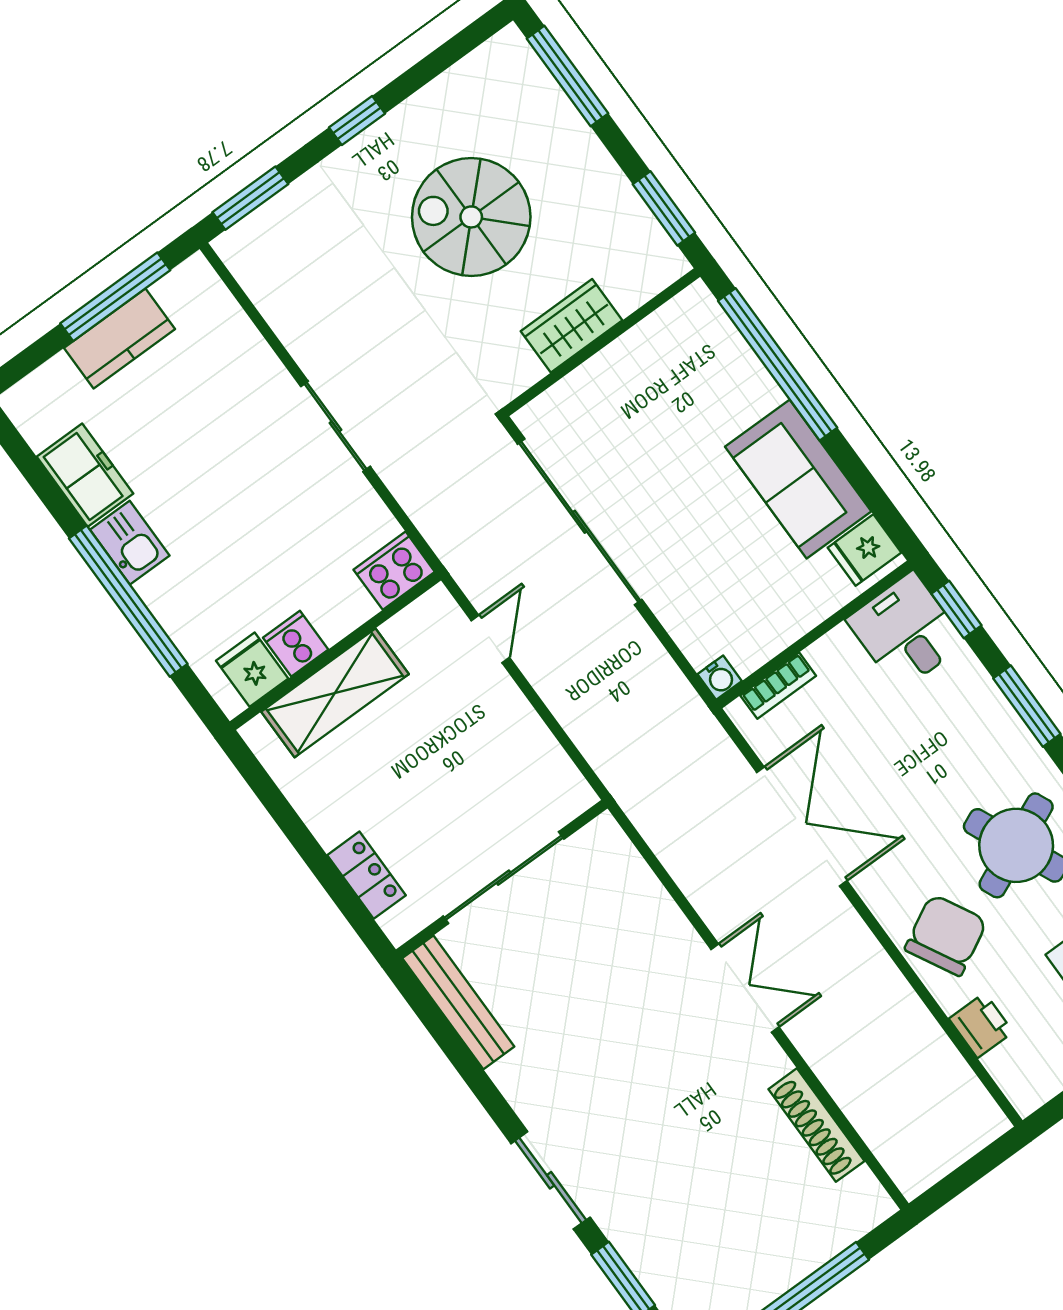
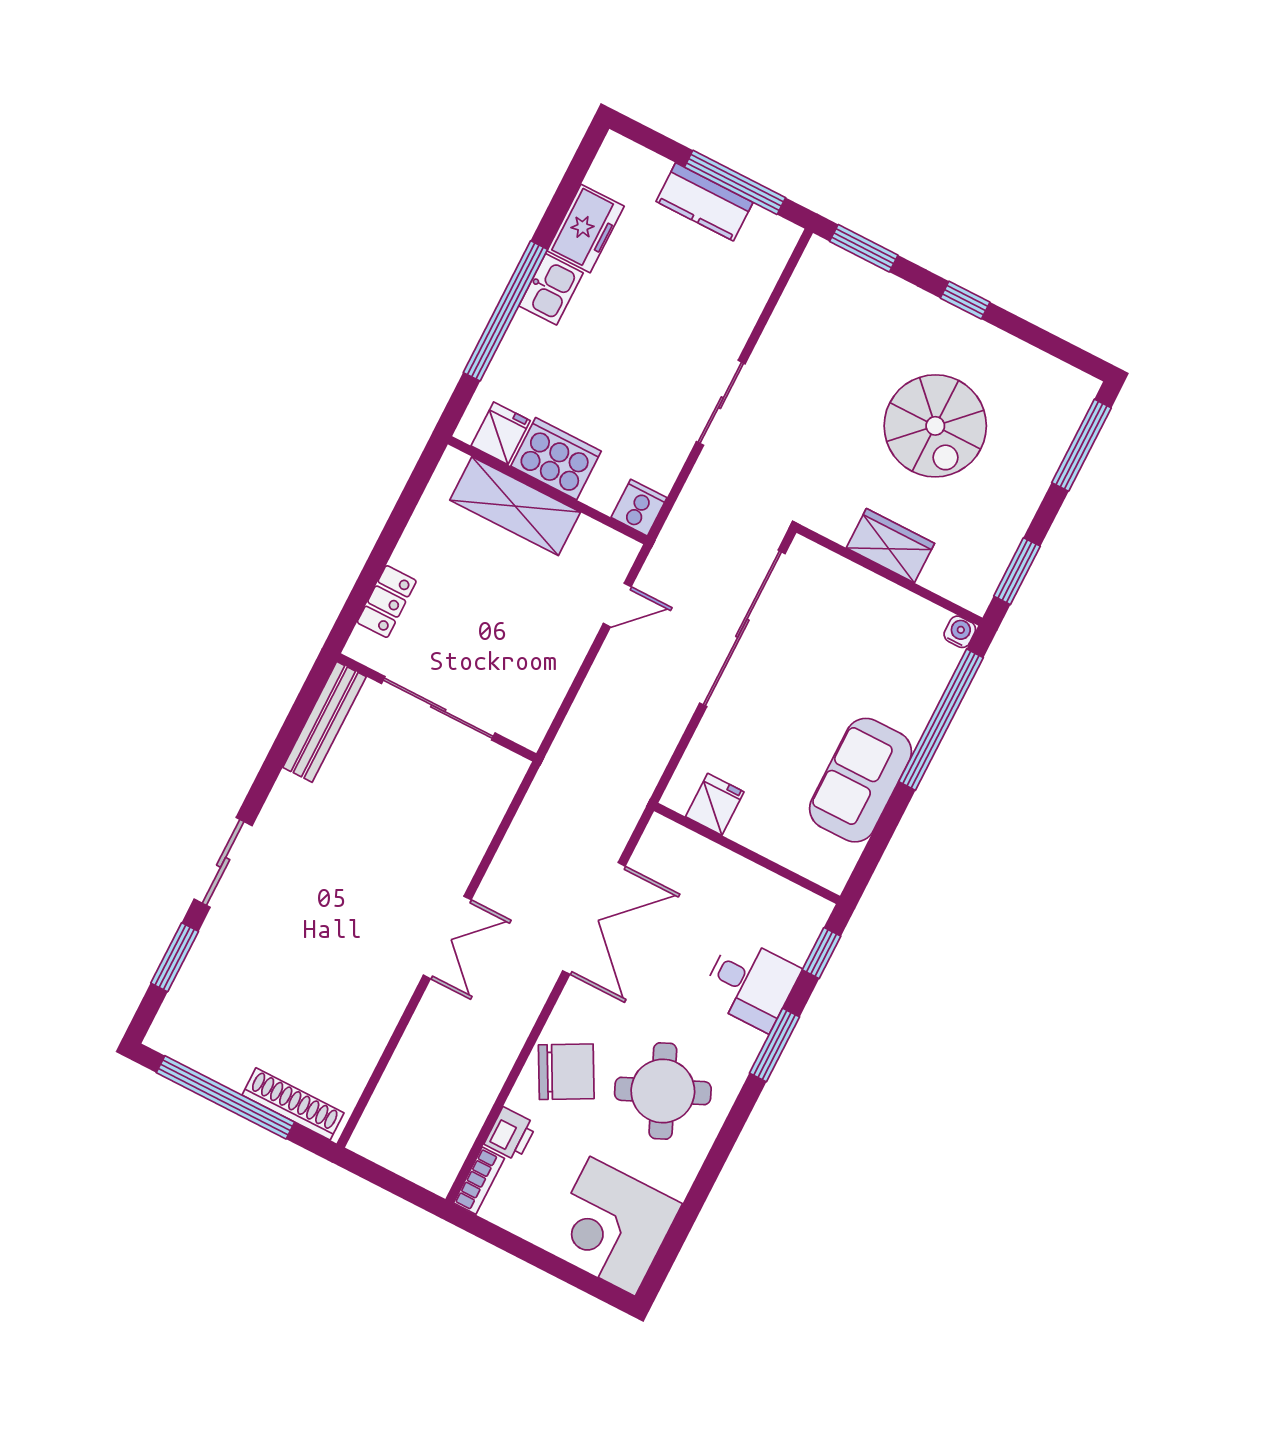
spiral stairs: (471, 217) -> (935, 426), turned 180
fridge: (864, 550) -> (715, 804), moved, turned 90
cooker: (394, 571) -> (639, 508), width x0.73
desk: (906, 631) -> (751, 983), moved, turned 90
cooker: (296, 644) -> (556, 459), width x1.87, depth x1.31
water cooler: (720, 678) -> (960, 632), moved, turned 180
bookcase: (778, 686) -> (479, 1181), moved, turned -90
shoe rack: (816, 1125) -> (293, 1104), moved, turned 90

